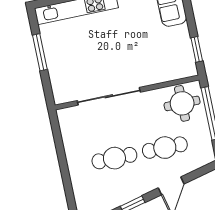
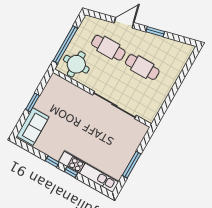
window: (197, 49) -> (32, 102), moved

